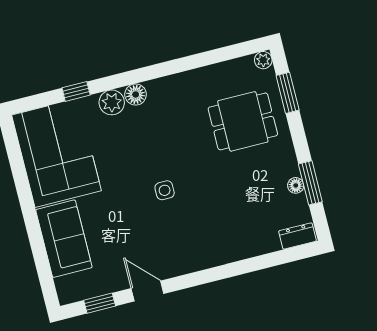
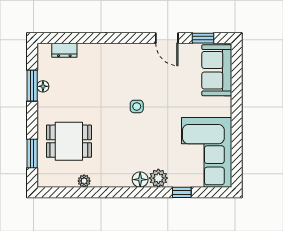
plant: (263, 60) -> (84, 181), moved
dresser: (297, 236) -> (64, 50), moved
sofa: (64, 239) -> (217, 70), moved

